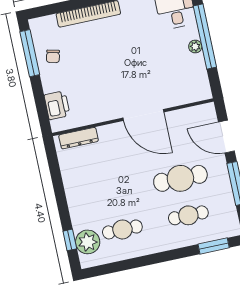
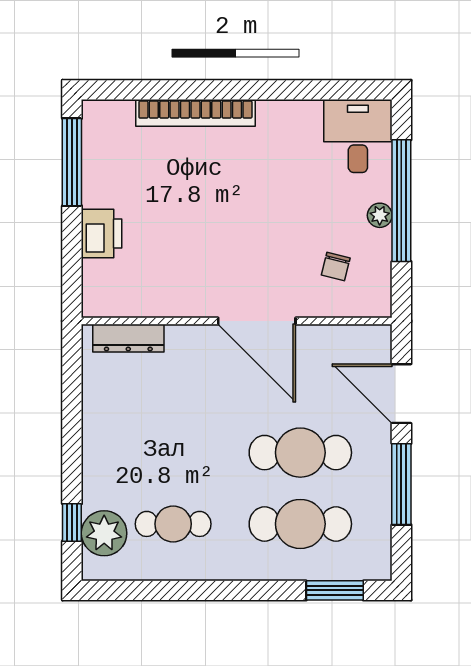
chair: (53, 56) -> (336, 266), moved
printer: (57, 105) -> (102, 234), moved
cafe table: (188, 215) -> (300, 524), width x1.37, depth x1.35

